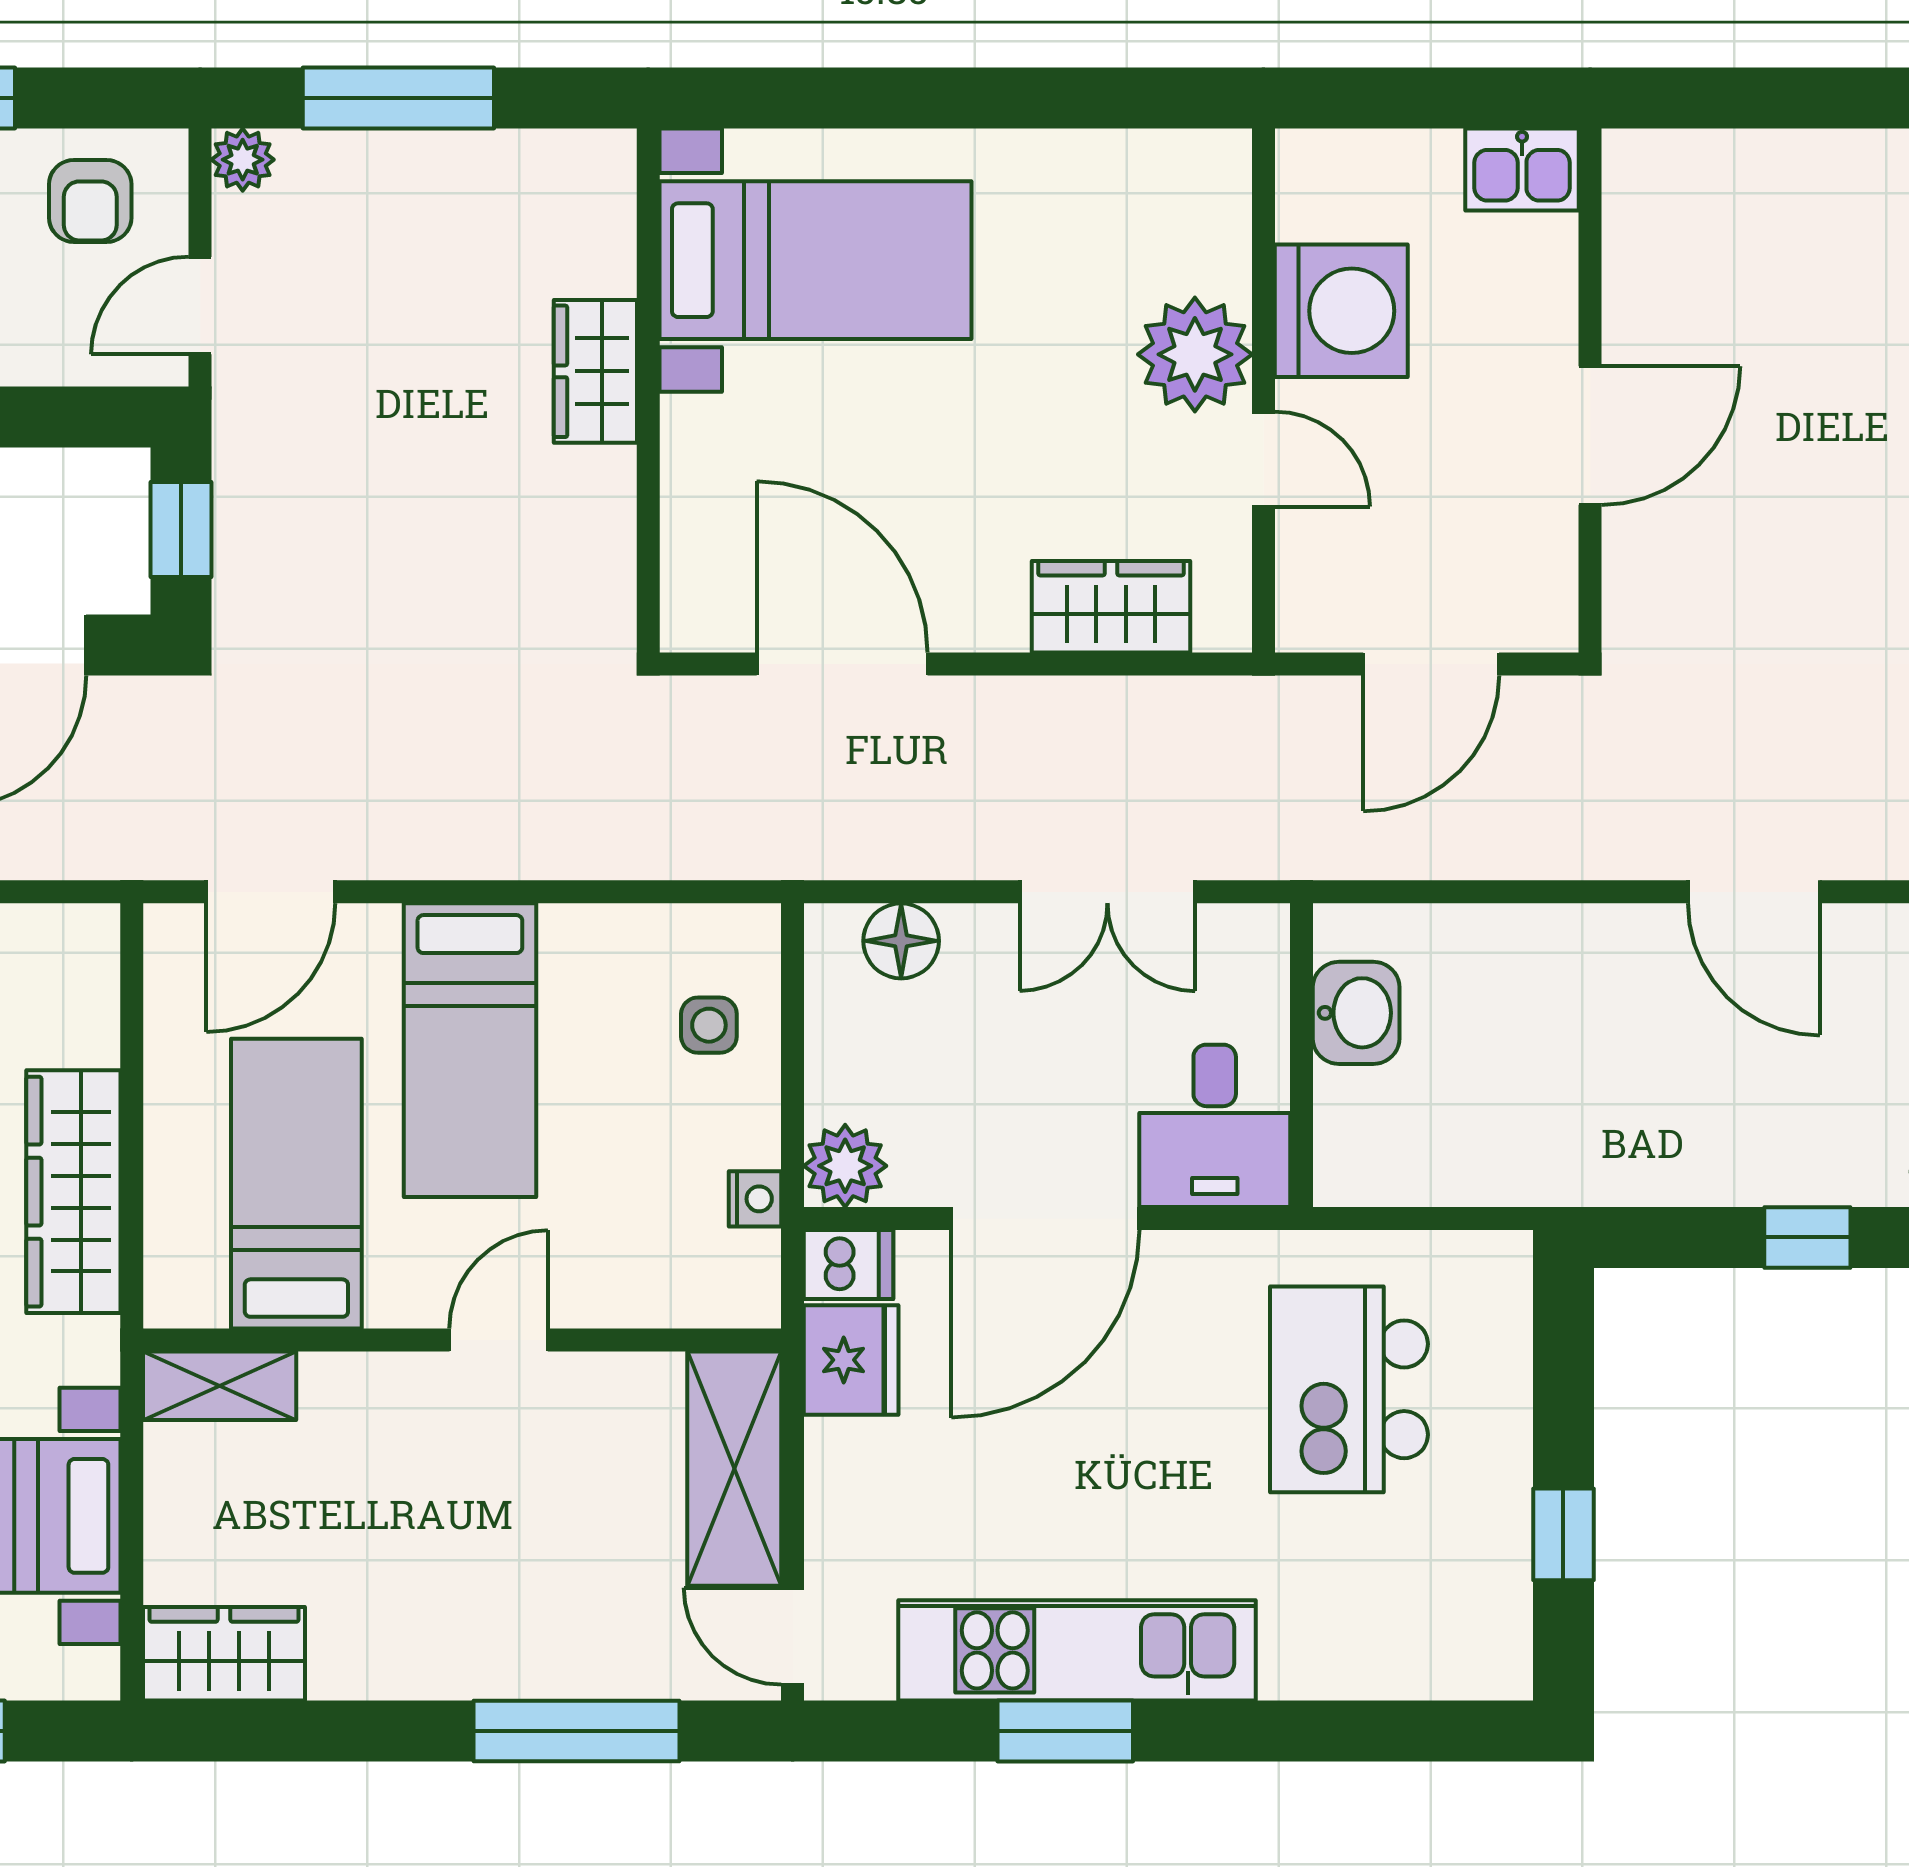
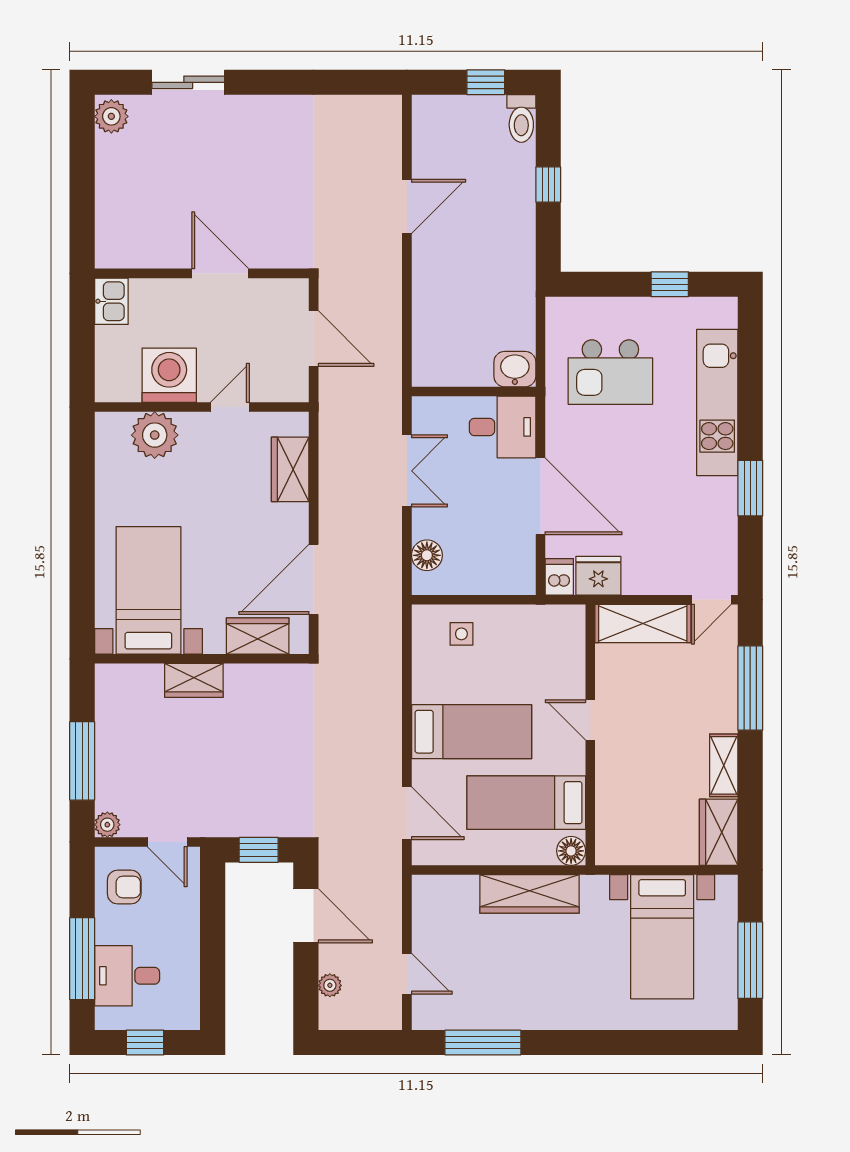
plant: (1195, 354) -> (155, 435), moved
wardrobe: (704, 527) -> (258, 636), added
washbasin: (1356, 1013) -> (515, 369), moved
plant: (845, 1166) -> (519, 578), removed
nightstand: (755, 1199) -> (532, 615), removed
floor lamp: (178, 1293) -> (571, 851), added
shelving: (220, 1386) -> (724, 765), moved
kitchen unit: (1077, 1650) -> (717, 402), moved

